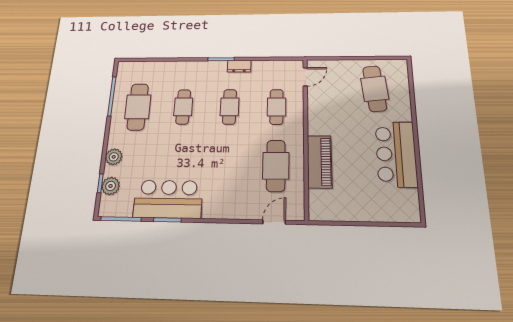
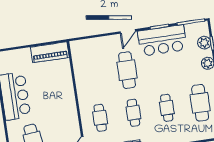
piano: (320, 162) -> (50, 52), moved, turned -90
cafe table: (276, 166) -> (127, 70), moved
door: (274, 222) -> (128, 31), moved

